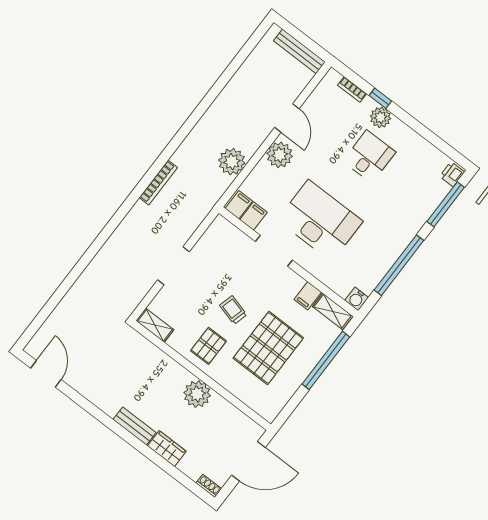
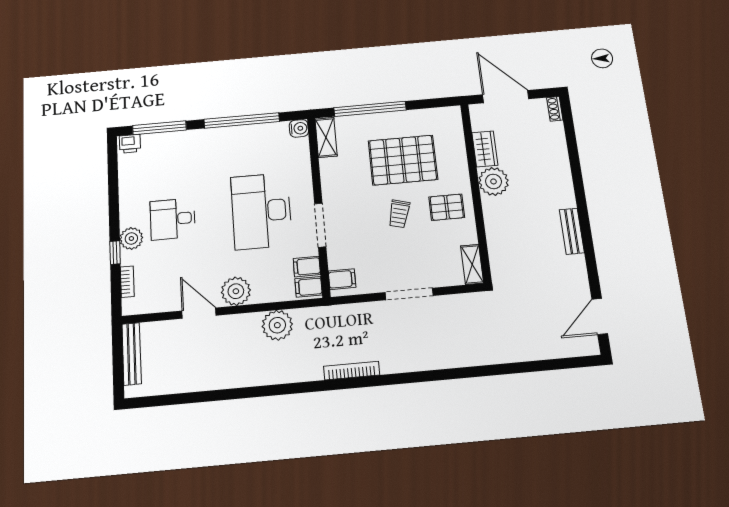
door: (287, 118) -> (199, 313), hinge flipped
filing cabinet: (308, 296) -> (342, 279), moved
bench: (135, 426) -> (572, 231), moved
wardrobe: (167, 449) -> (485, 149), moved, turned 180

